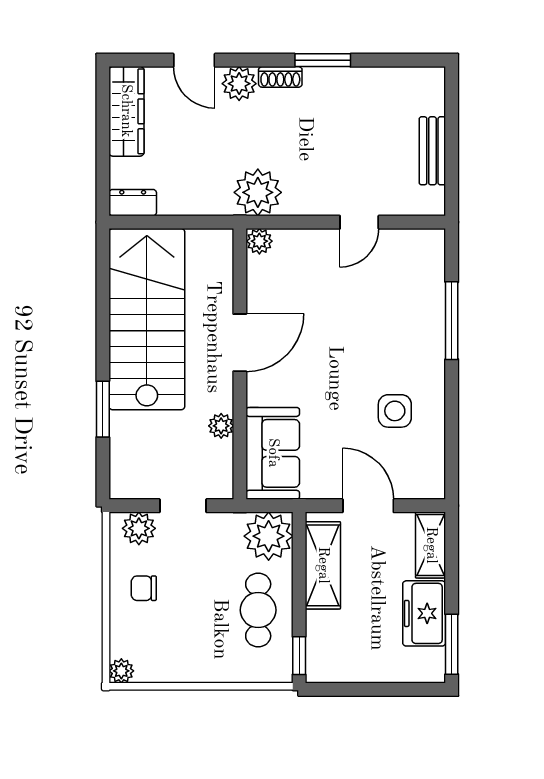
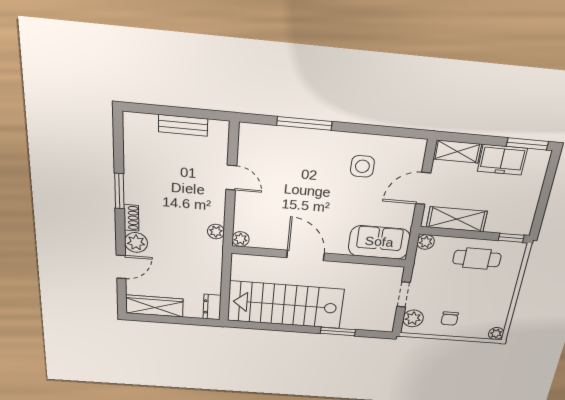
plant: (258, 192) -> (216, 232), width x0.53, depth x0.53
plant: (221, 426) -> (357, 270), removed
plant: (269, 536) -> (426, 242), width x0.53, depth x0.53

